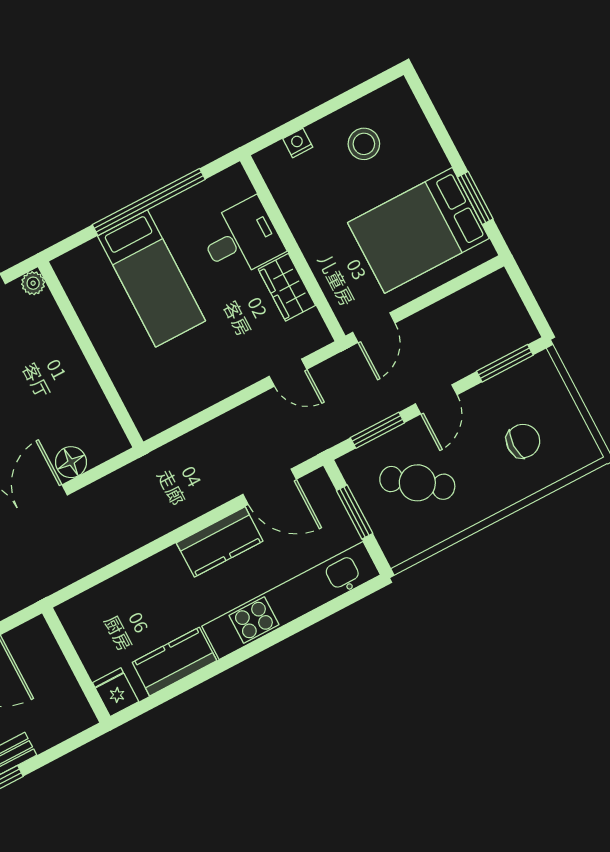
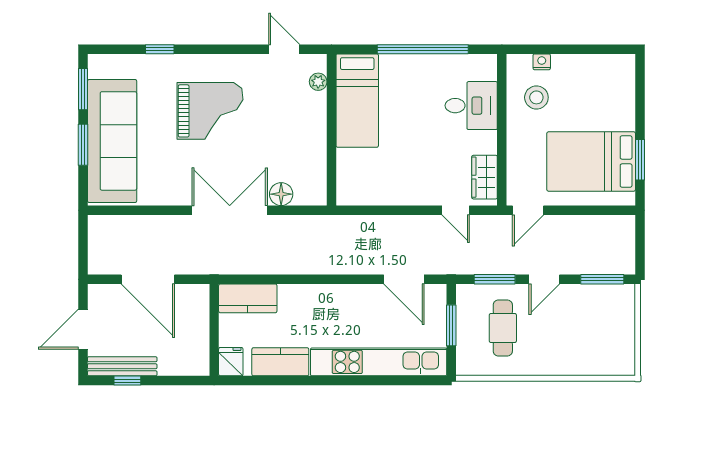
stool: (364, 144) -> (536, 97), moved
bed: (152, 278) -> (357, 101), moved
plant: (33, 283) -> (318, 82), moved
wardrobe: (287, 287) -> (485, 177), moved
chair: (523, 441) -> (587, 337), removed
cafe table: (417, 483) -> (503, 328), turned 54
kitchen counter: (220, 542) -> (248, 298), moved

